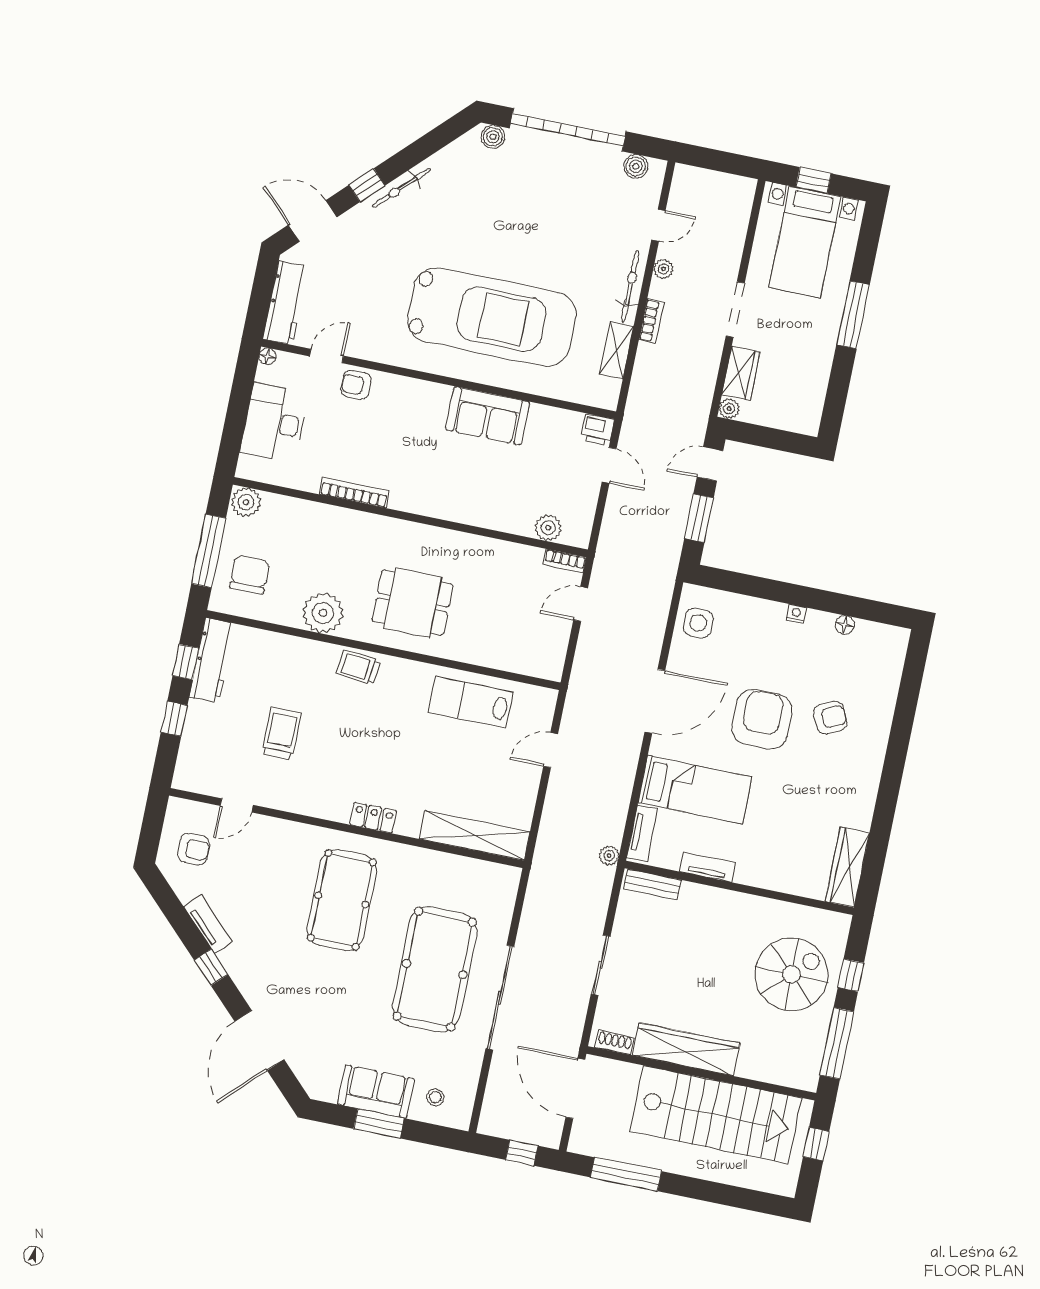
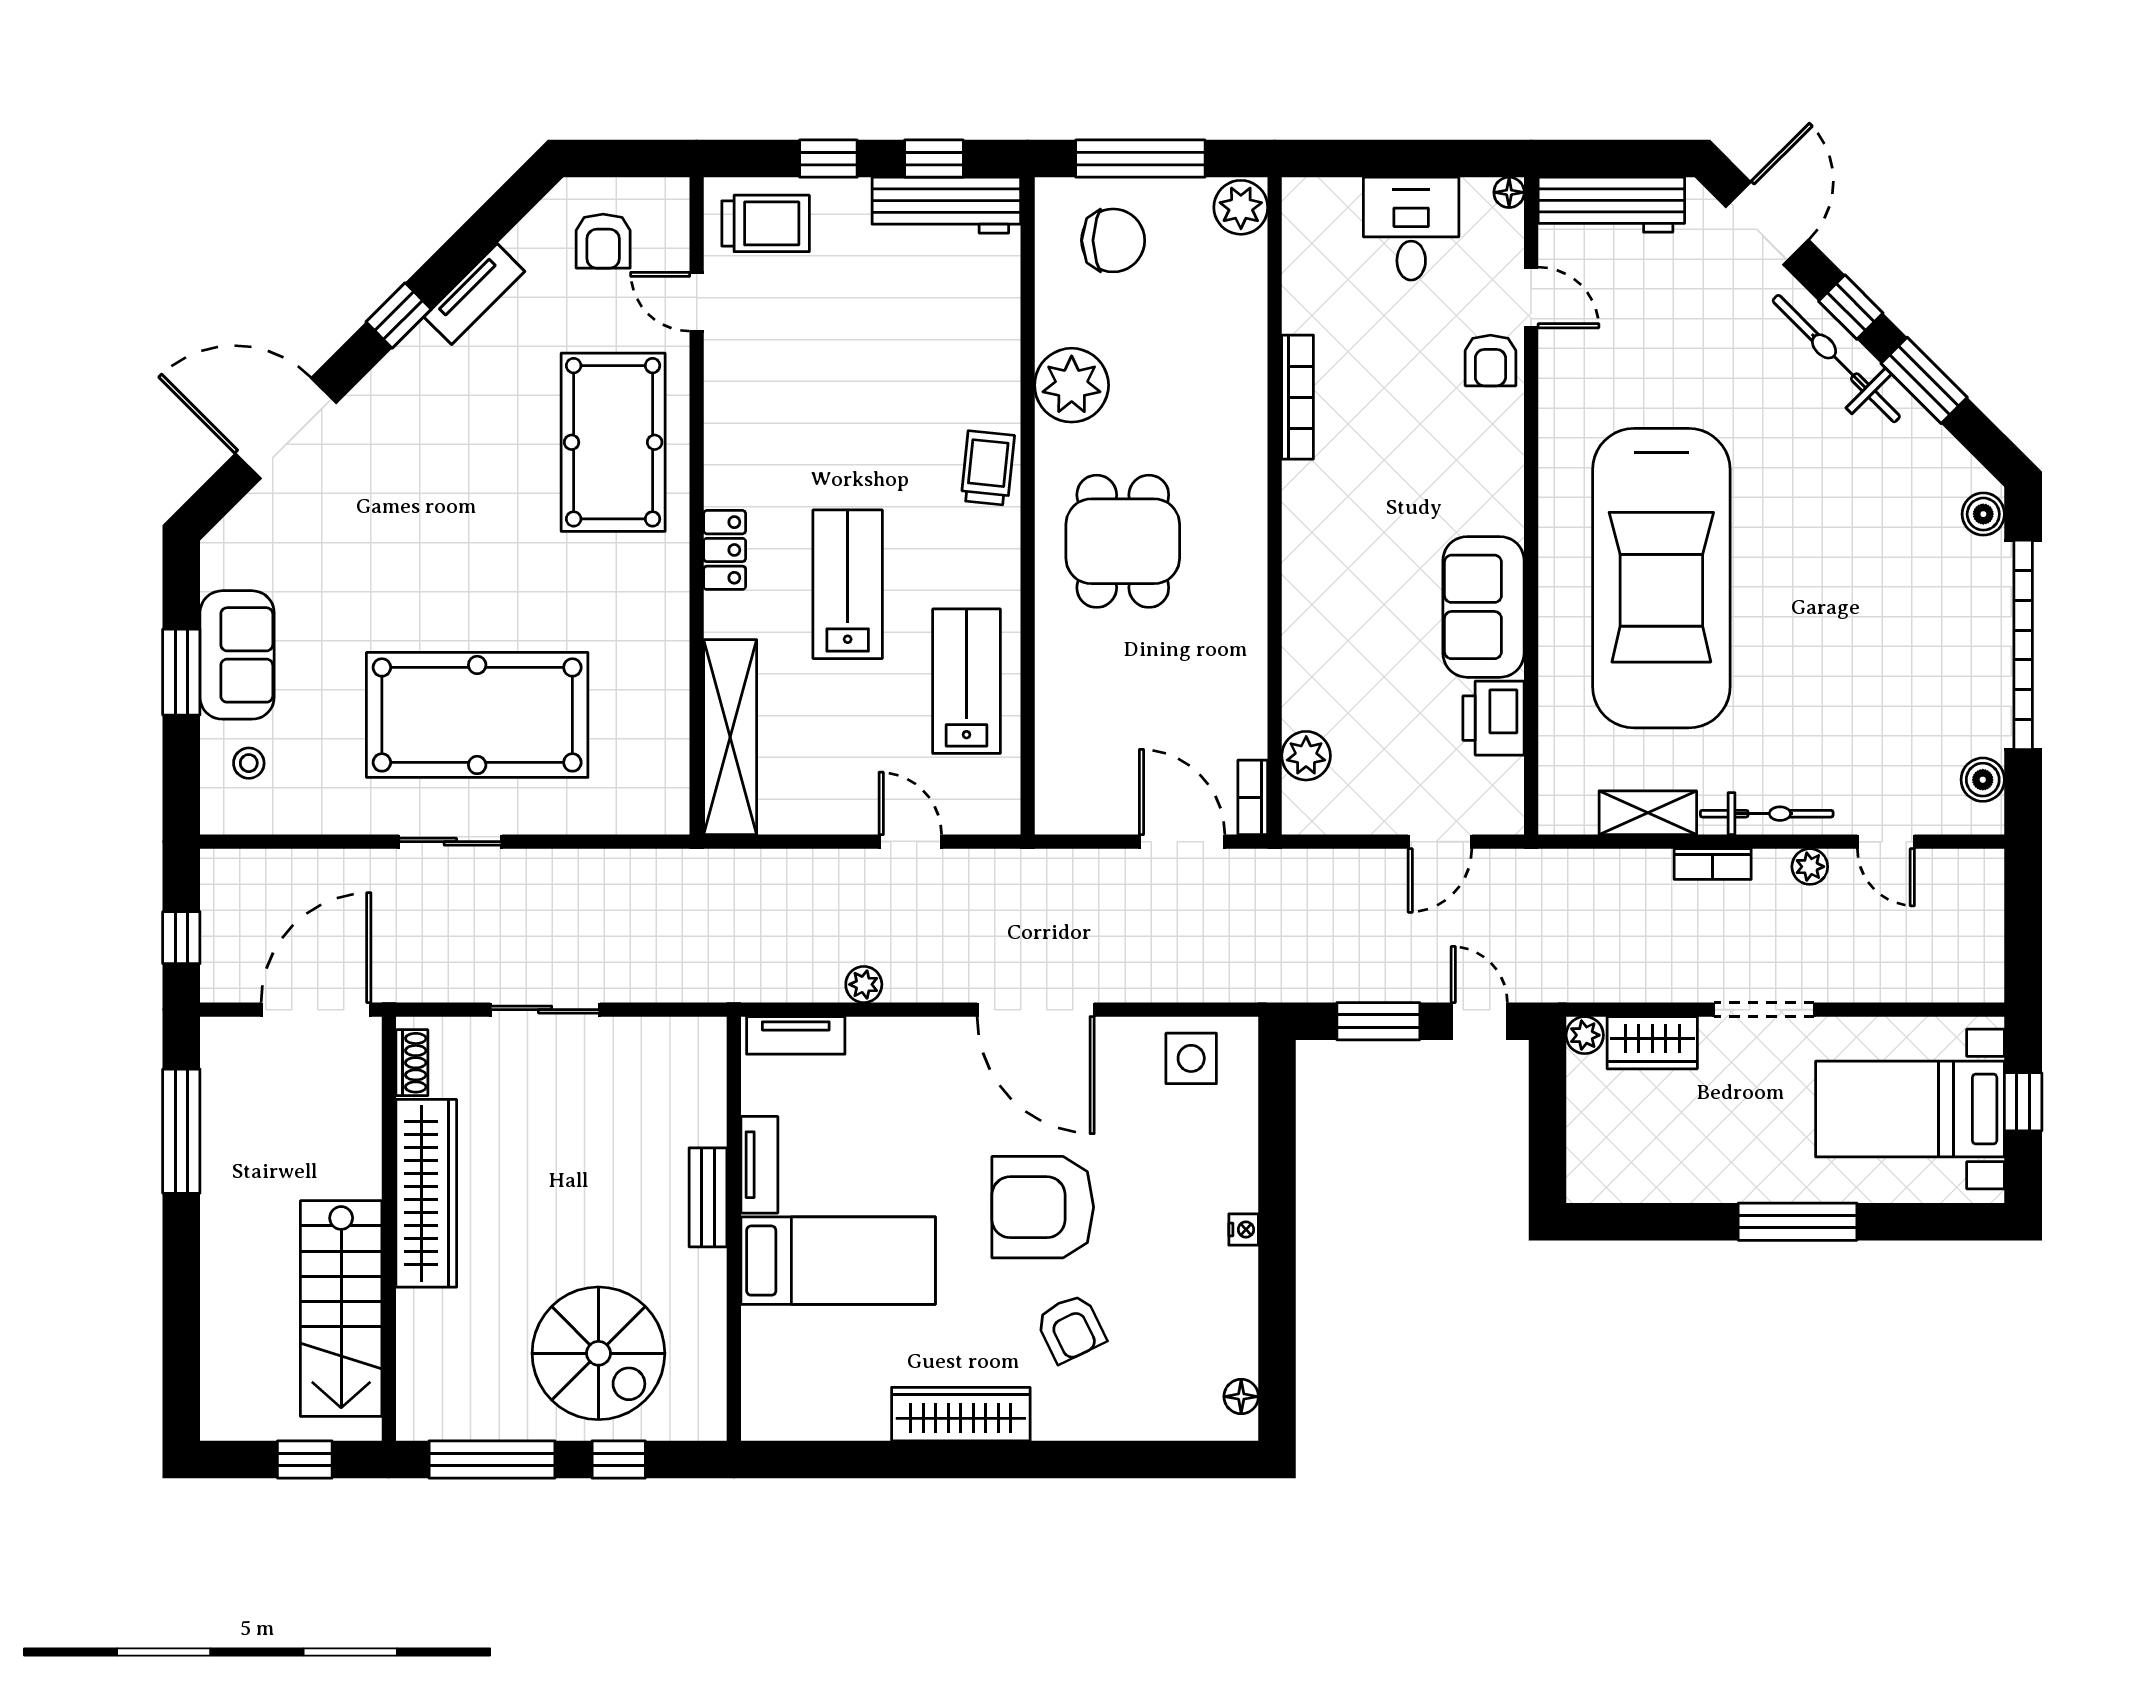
window: (414, 154) -> (1924, 380), added
bicycle: (401, 188) -> (1836, 359), width x1.37, depth x1.40
armchair: (356, 385) -> (1490, 361), turned 180
desk: (274, 423) -> (1411, 229), width x0.73
printer: (597, 429) -> (1494, 718), moved, width x1.36, depth x1.24
door: (581, 604) -> (1182, 842), width x1.38
floor lamp: (845, 625) -> (1241, 1397), moved
armchair: (762, 719) -> (1043, 1207), turned 180
trolley: (281, 733) -> (766, 223), moved
lab bench: (405, 755) -> (848, 584), added
bed: (695, 790) -> (838, 1261), moved, turned -90
plant: (609, 856) -> (864, 984), moved
wardrobe: (847, 867) -> (961, 1414), moved
bench: (652, 884) -> (708, 1197), moved
pool table: (342, 900) -> (613, 442), moved, turned 90
sliding door: (500, 998) -> (450, 842), width x0.54
stairs: (716, 1115) -> (341, 1309), width x0.73, depth x0.66

